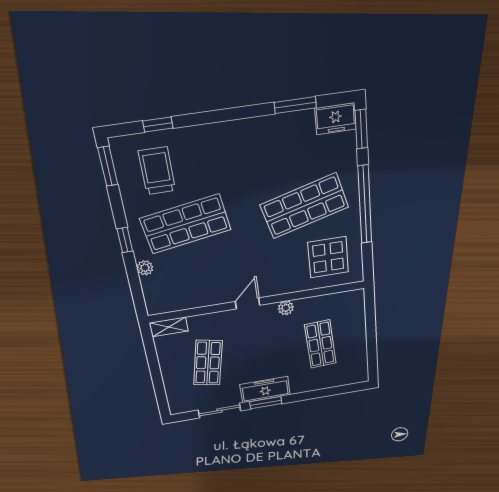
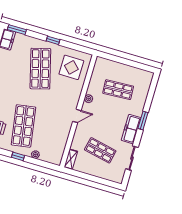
window: (365, 205) -> (53, 40), width x0.32
door: (248, 303) -> (77, 116), swing flipped
window: (266, 403) -> (143, 121), moved

